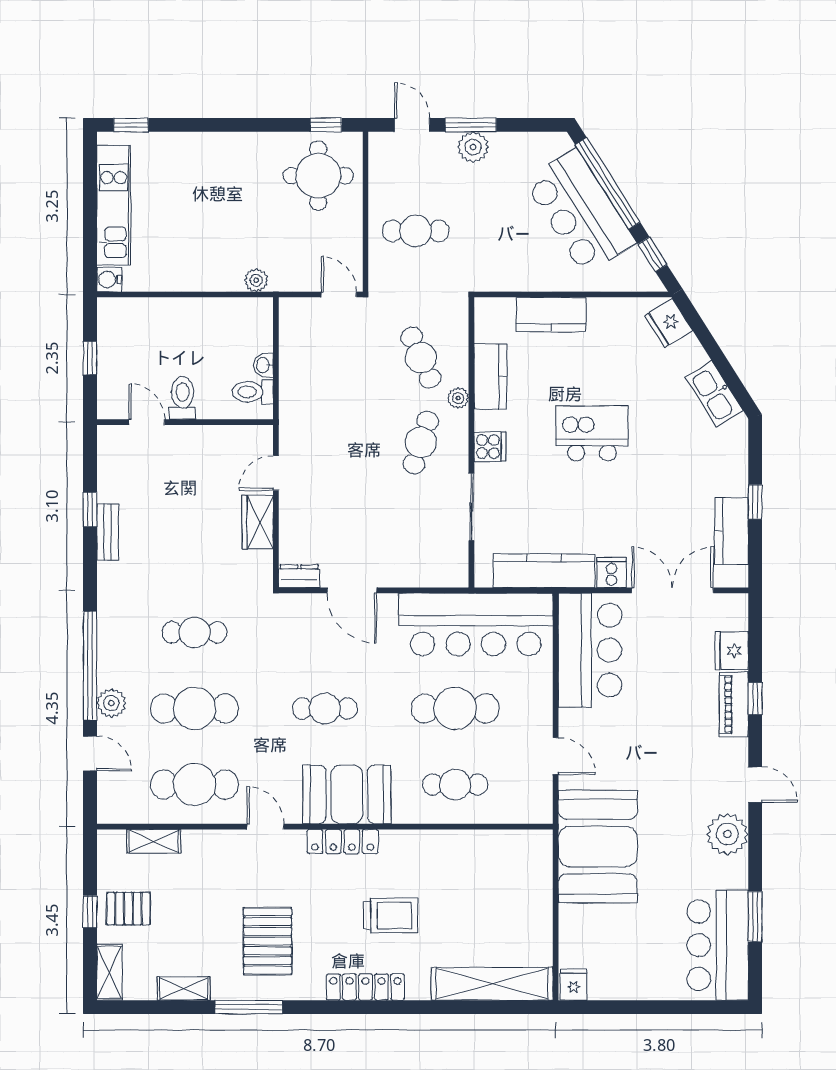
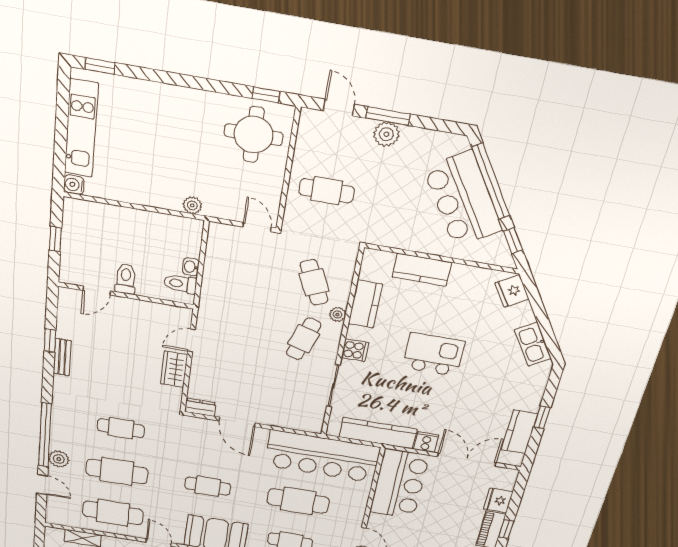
door: (147, 422) -> (97, 291), swing flipped

